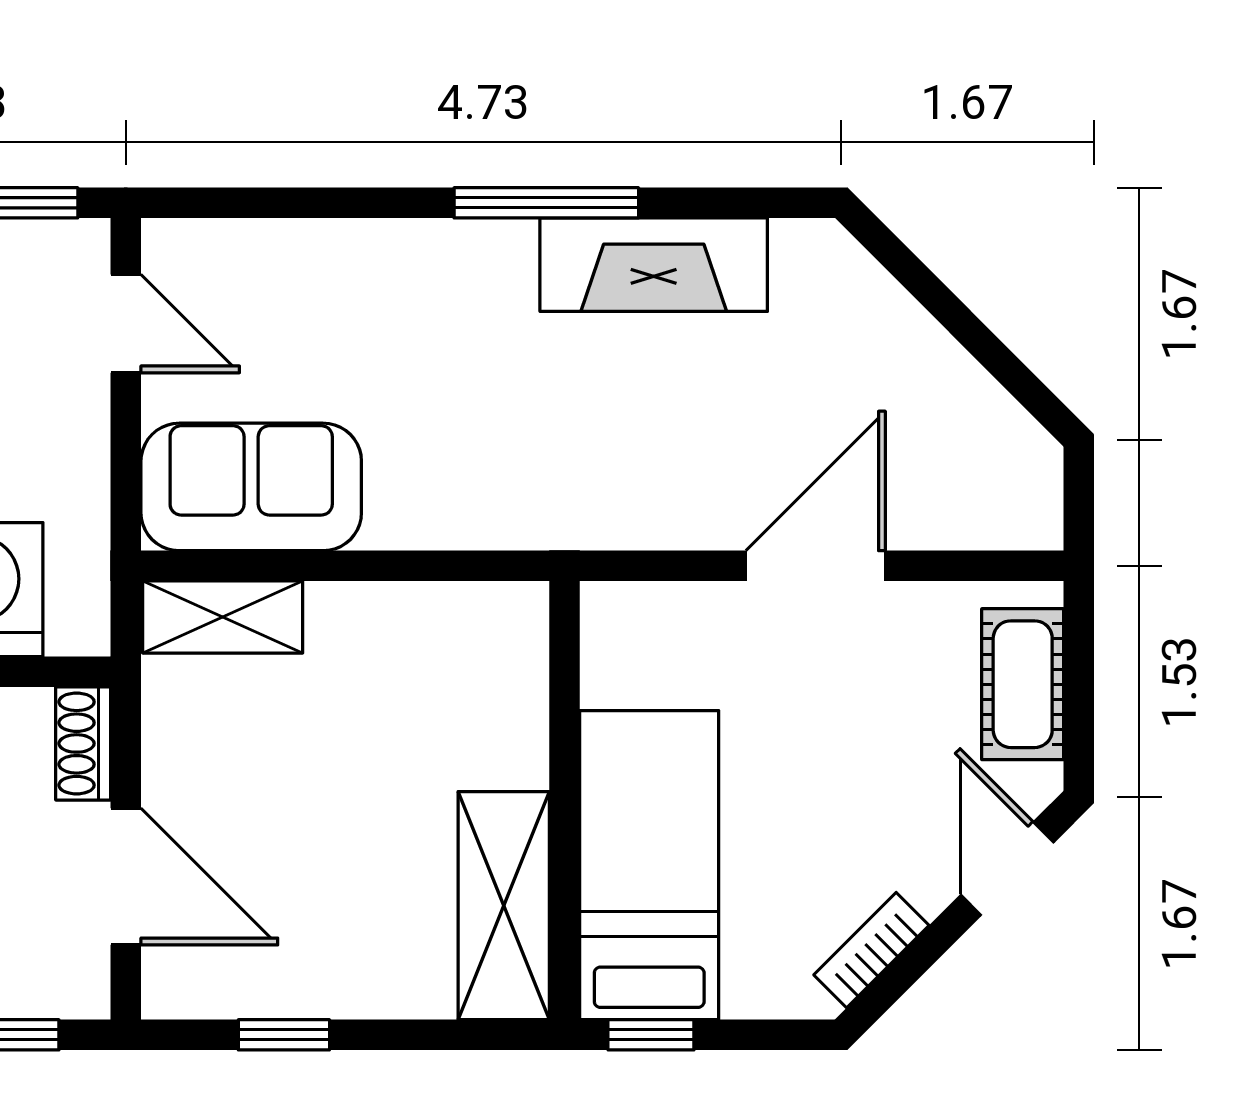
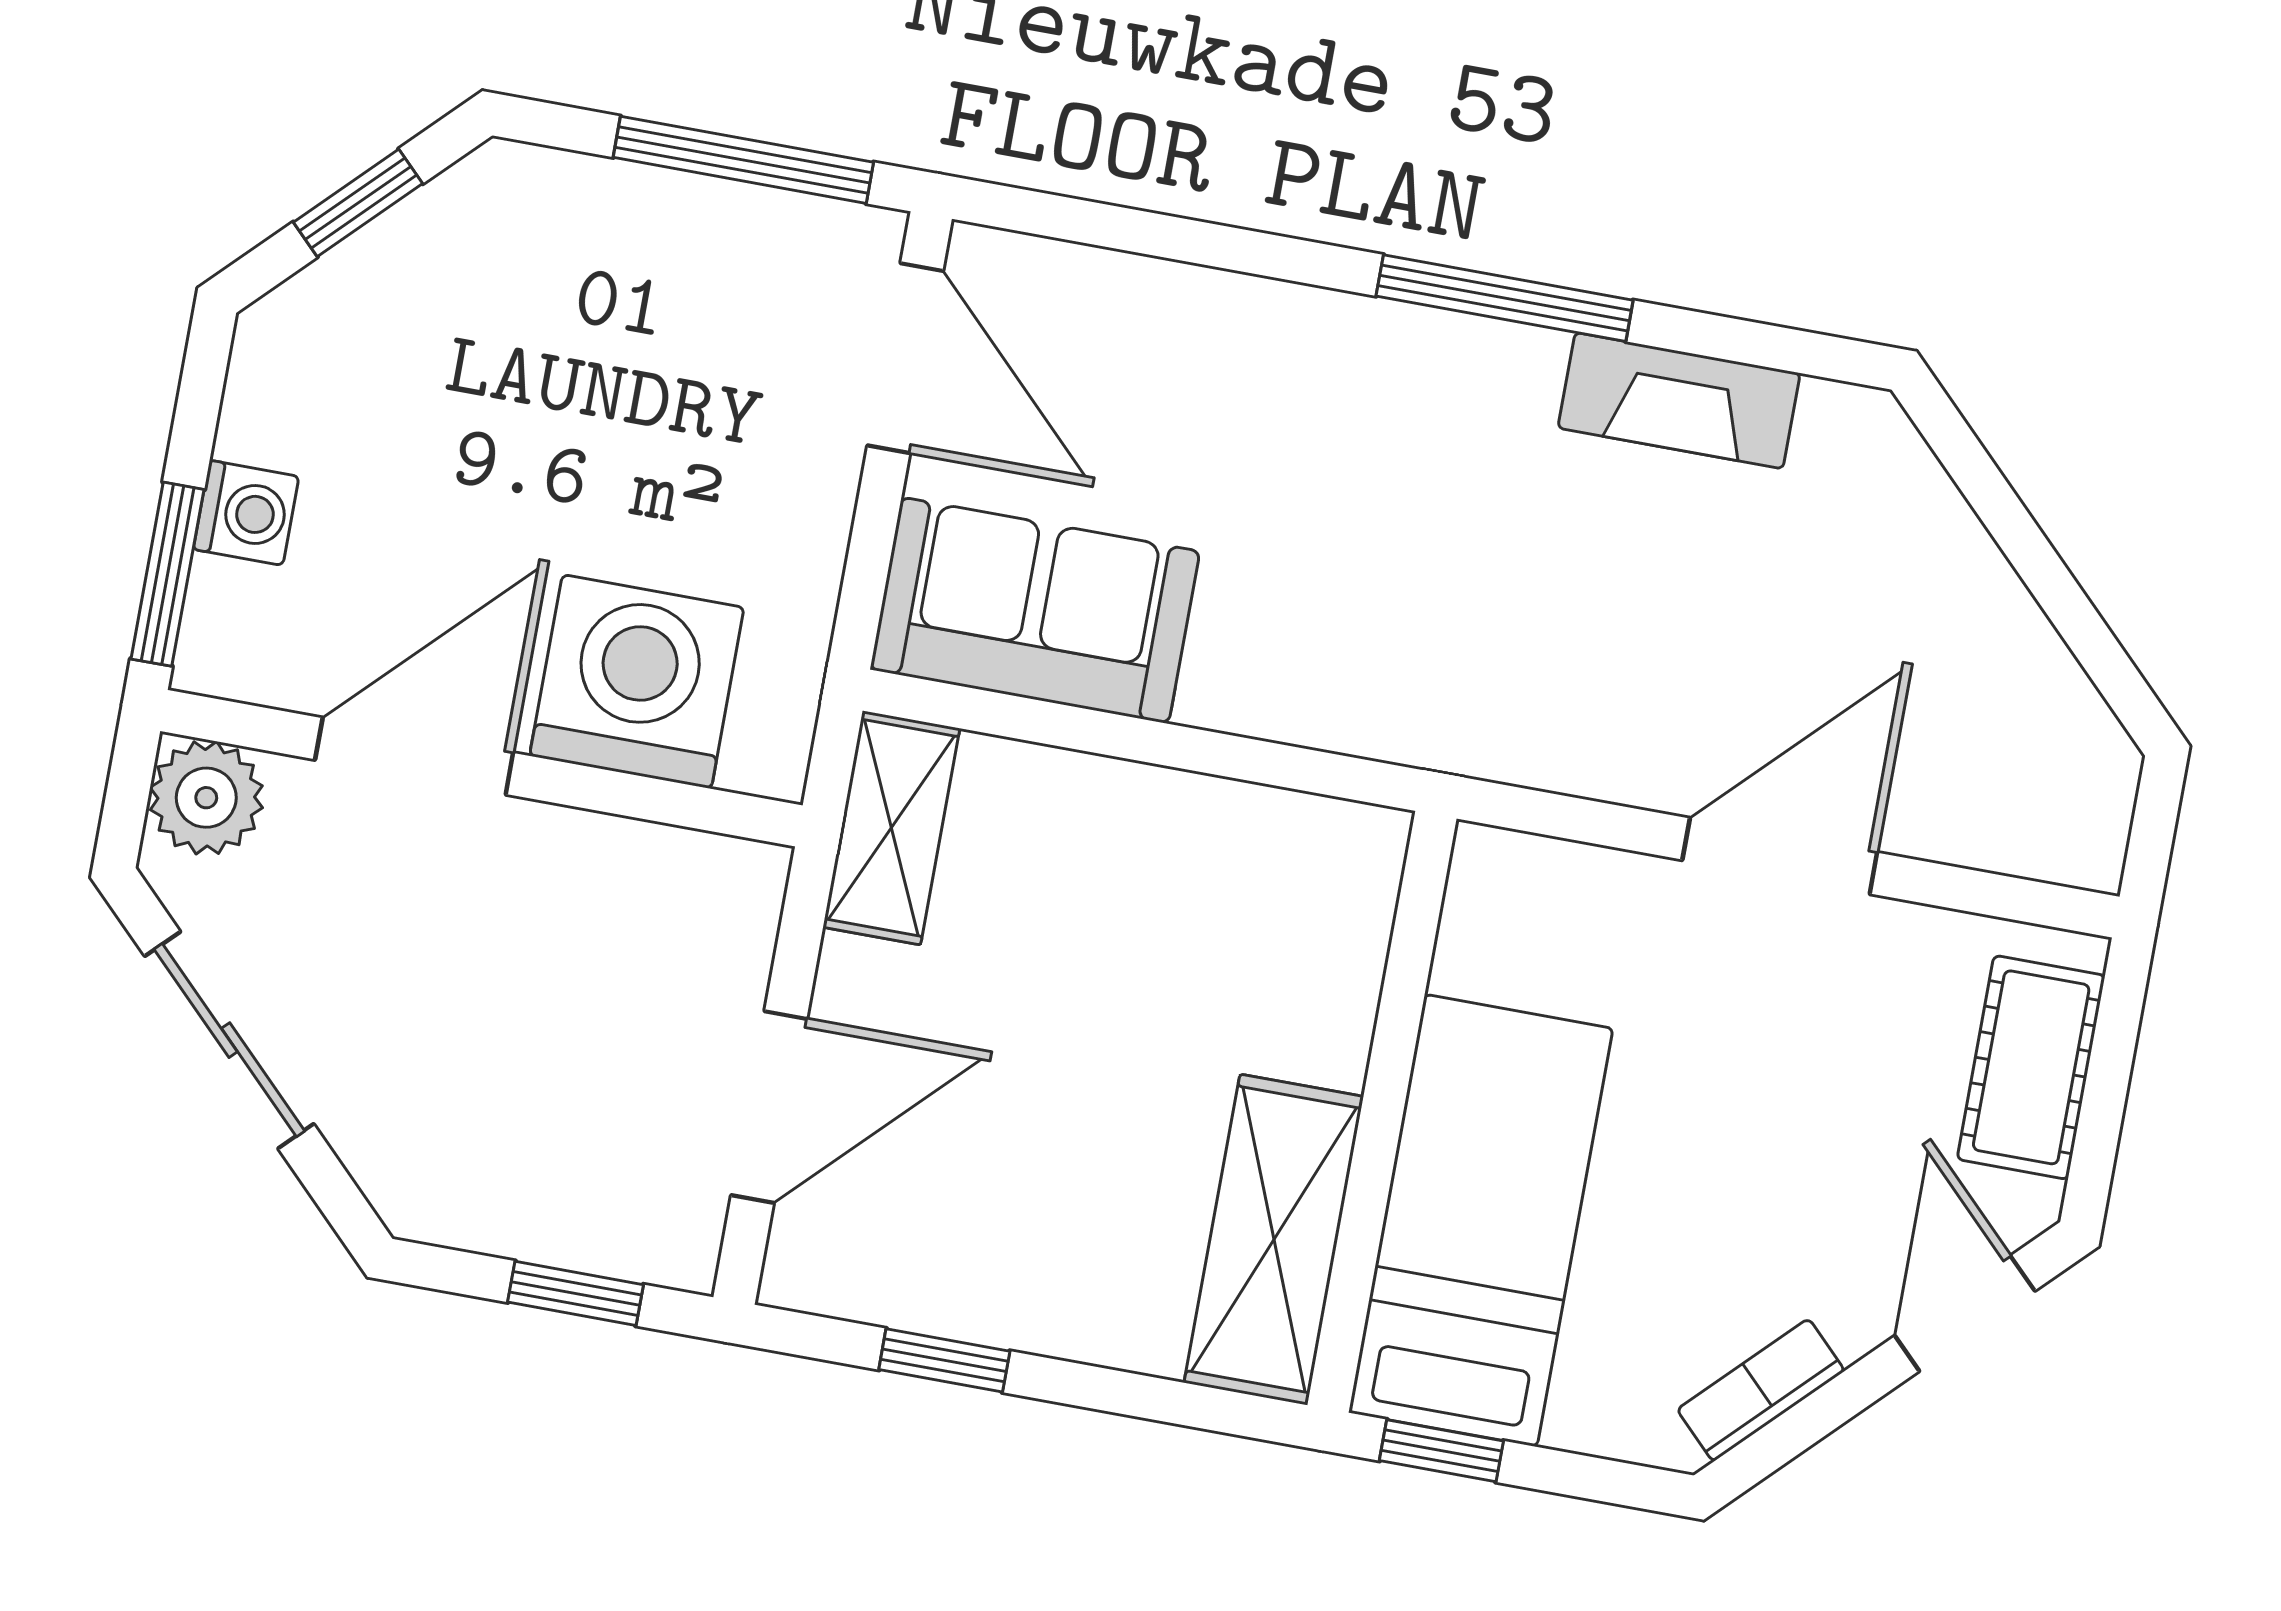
fireplace: (654, 265) -> (1679, 401), width x0.73, depth x0.76
door: (126, 324) -> (905, 358), width x1.38
shelving: (223, 617) -> (891, 828), moved, turned 90
shoe rack: (83, 743) -> (744, 916), removed
door: (126, 877) -> (769, 1107), hinge flipped

